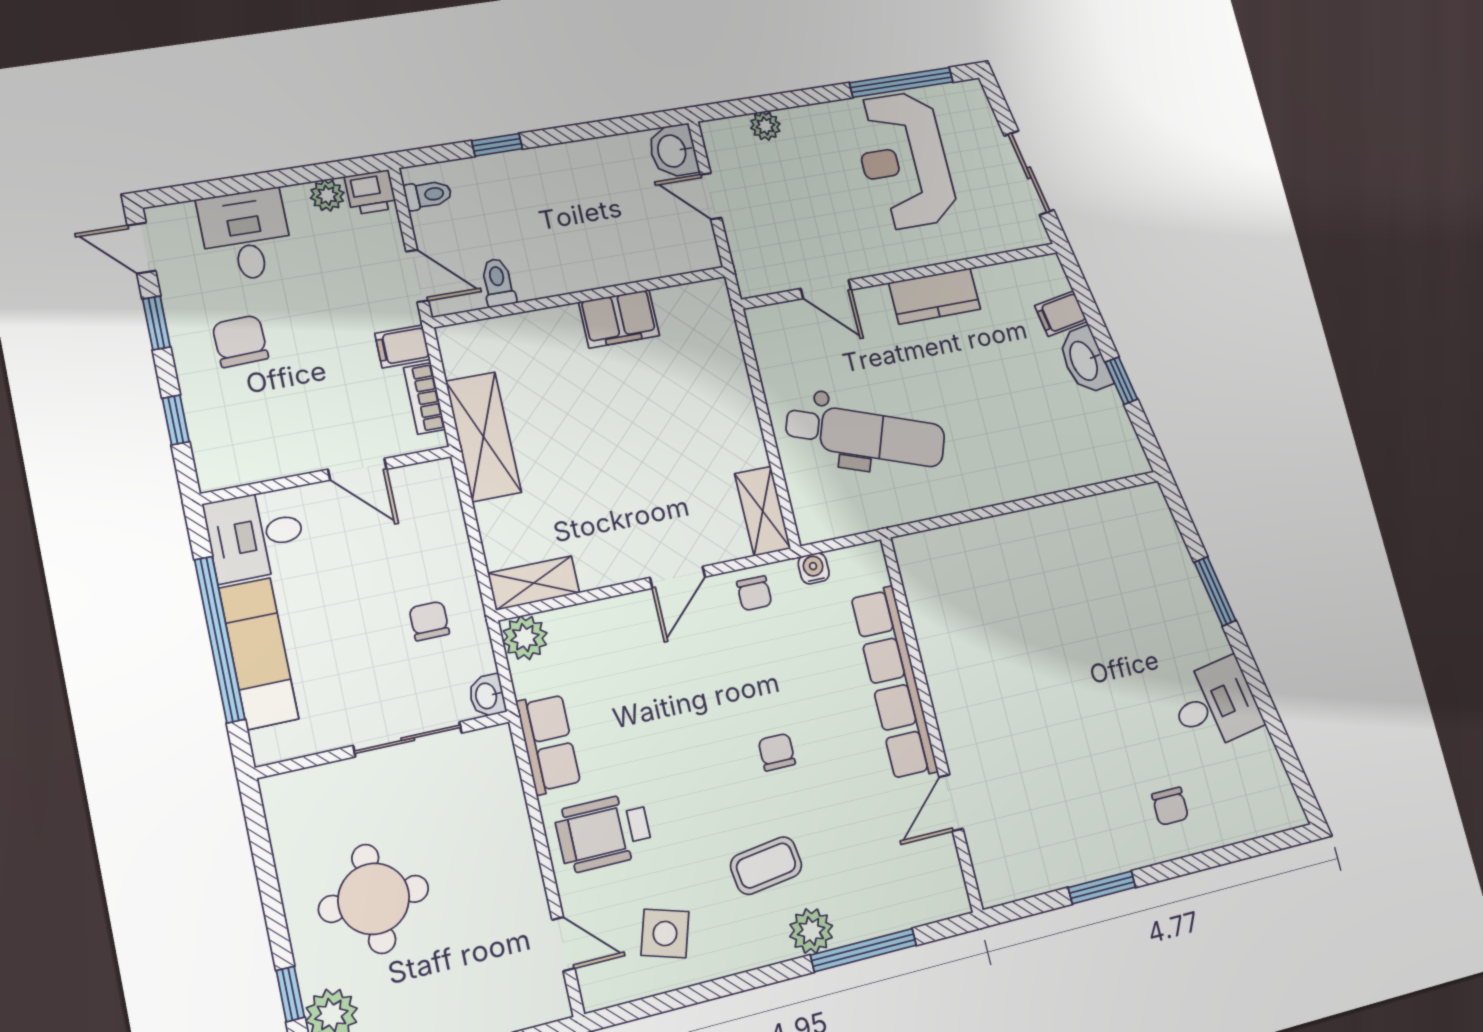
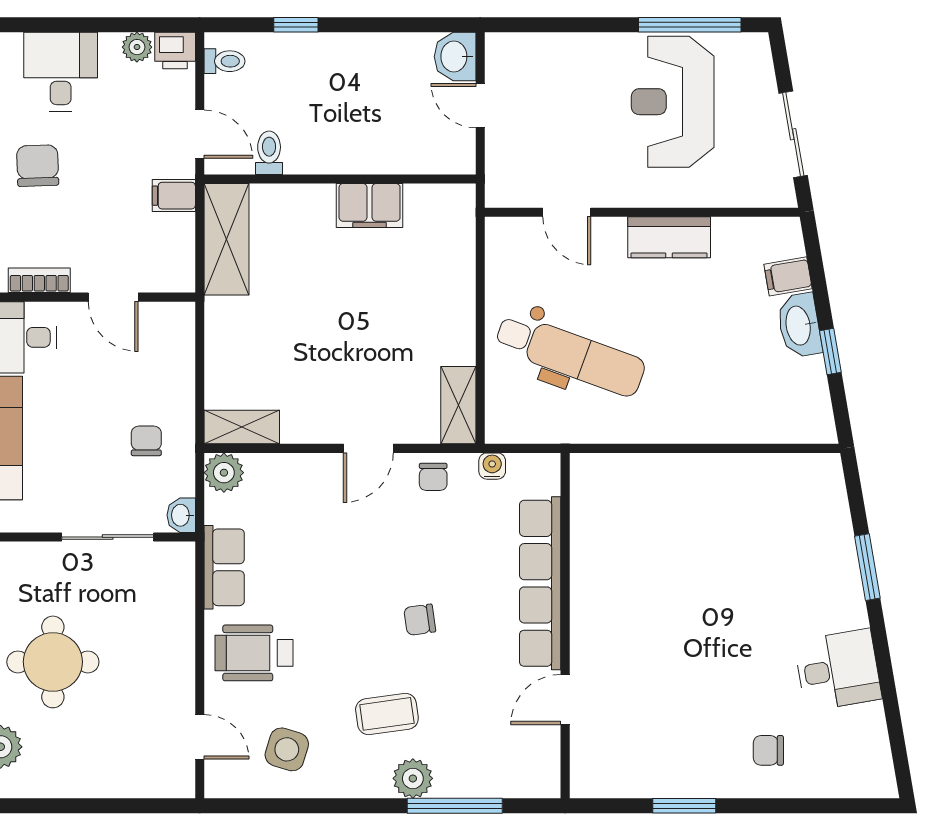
plant: (765, 126) -> (548, 47), removed
bookcase: (424, 398) -> (39, 280), moved, turned 90
shelving: (483, 437) -> (226, 239), moved
chair: (777, 752) -> (420, 620), turned -98
chair: (1170, 806) -> (768, 750), turned 90

